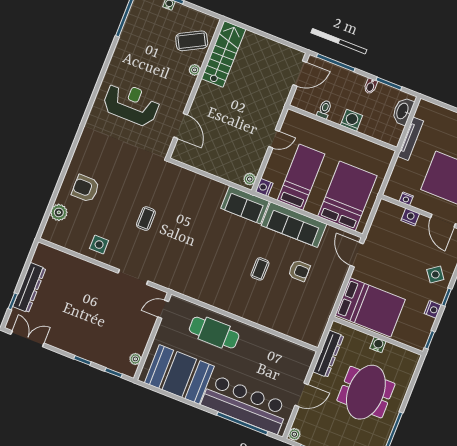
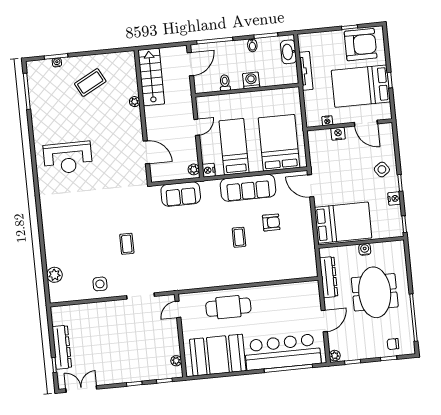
stairs: (223, 54) -> (151, 77), moved
plant: (195, 70) -> (135, 102), moved
wall: (195, 89) -> (143, 116), moved
reception desk: (131, 104) -> (68, 158), turned 180
door: (181, 126) -> (146, 152), moved
armchair: (86, 188) -> (66, 245), removed
sofa: (245, 205) -> (181, 194), moved

